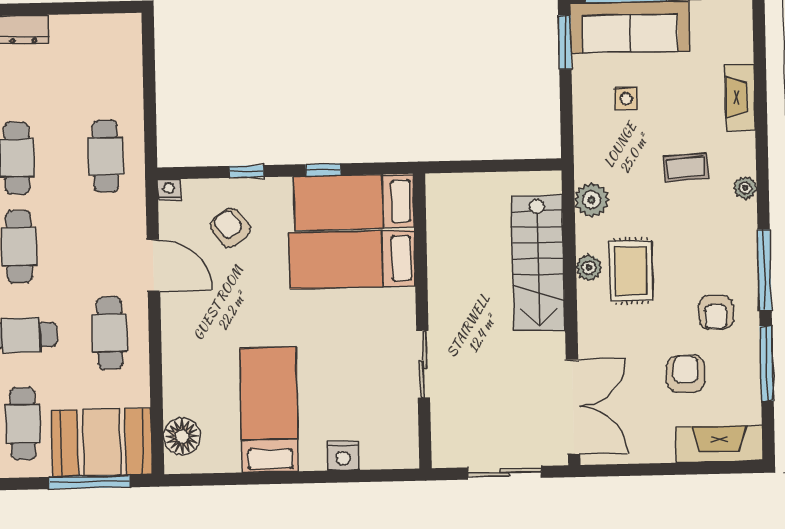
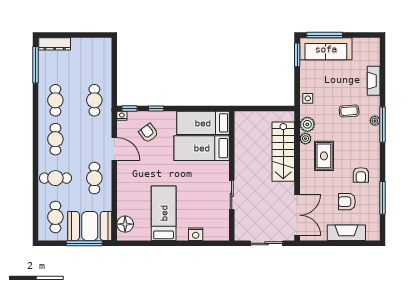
side table: (626, 99) -> (308, 98), moved
window: (323, 170) -> (129, 108), moved
plant: (589, 267) -> (305, 139), moved
window: (765, 270) -> (383, 125), moved
armchair: (686, 374) -> (347, 202), turned -90
fireplace: (719, 444) -> (346, 233), moved

